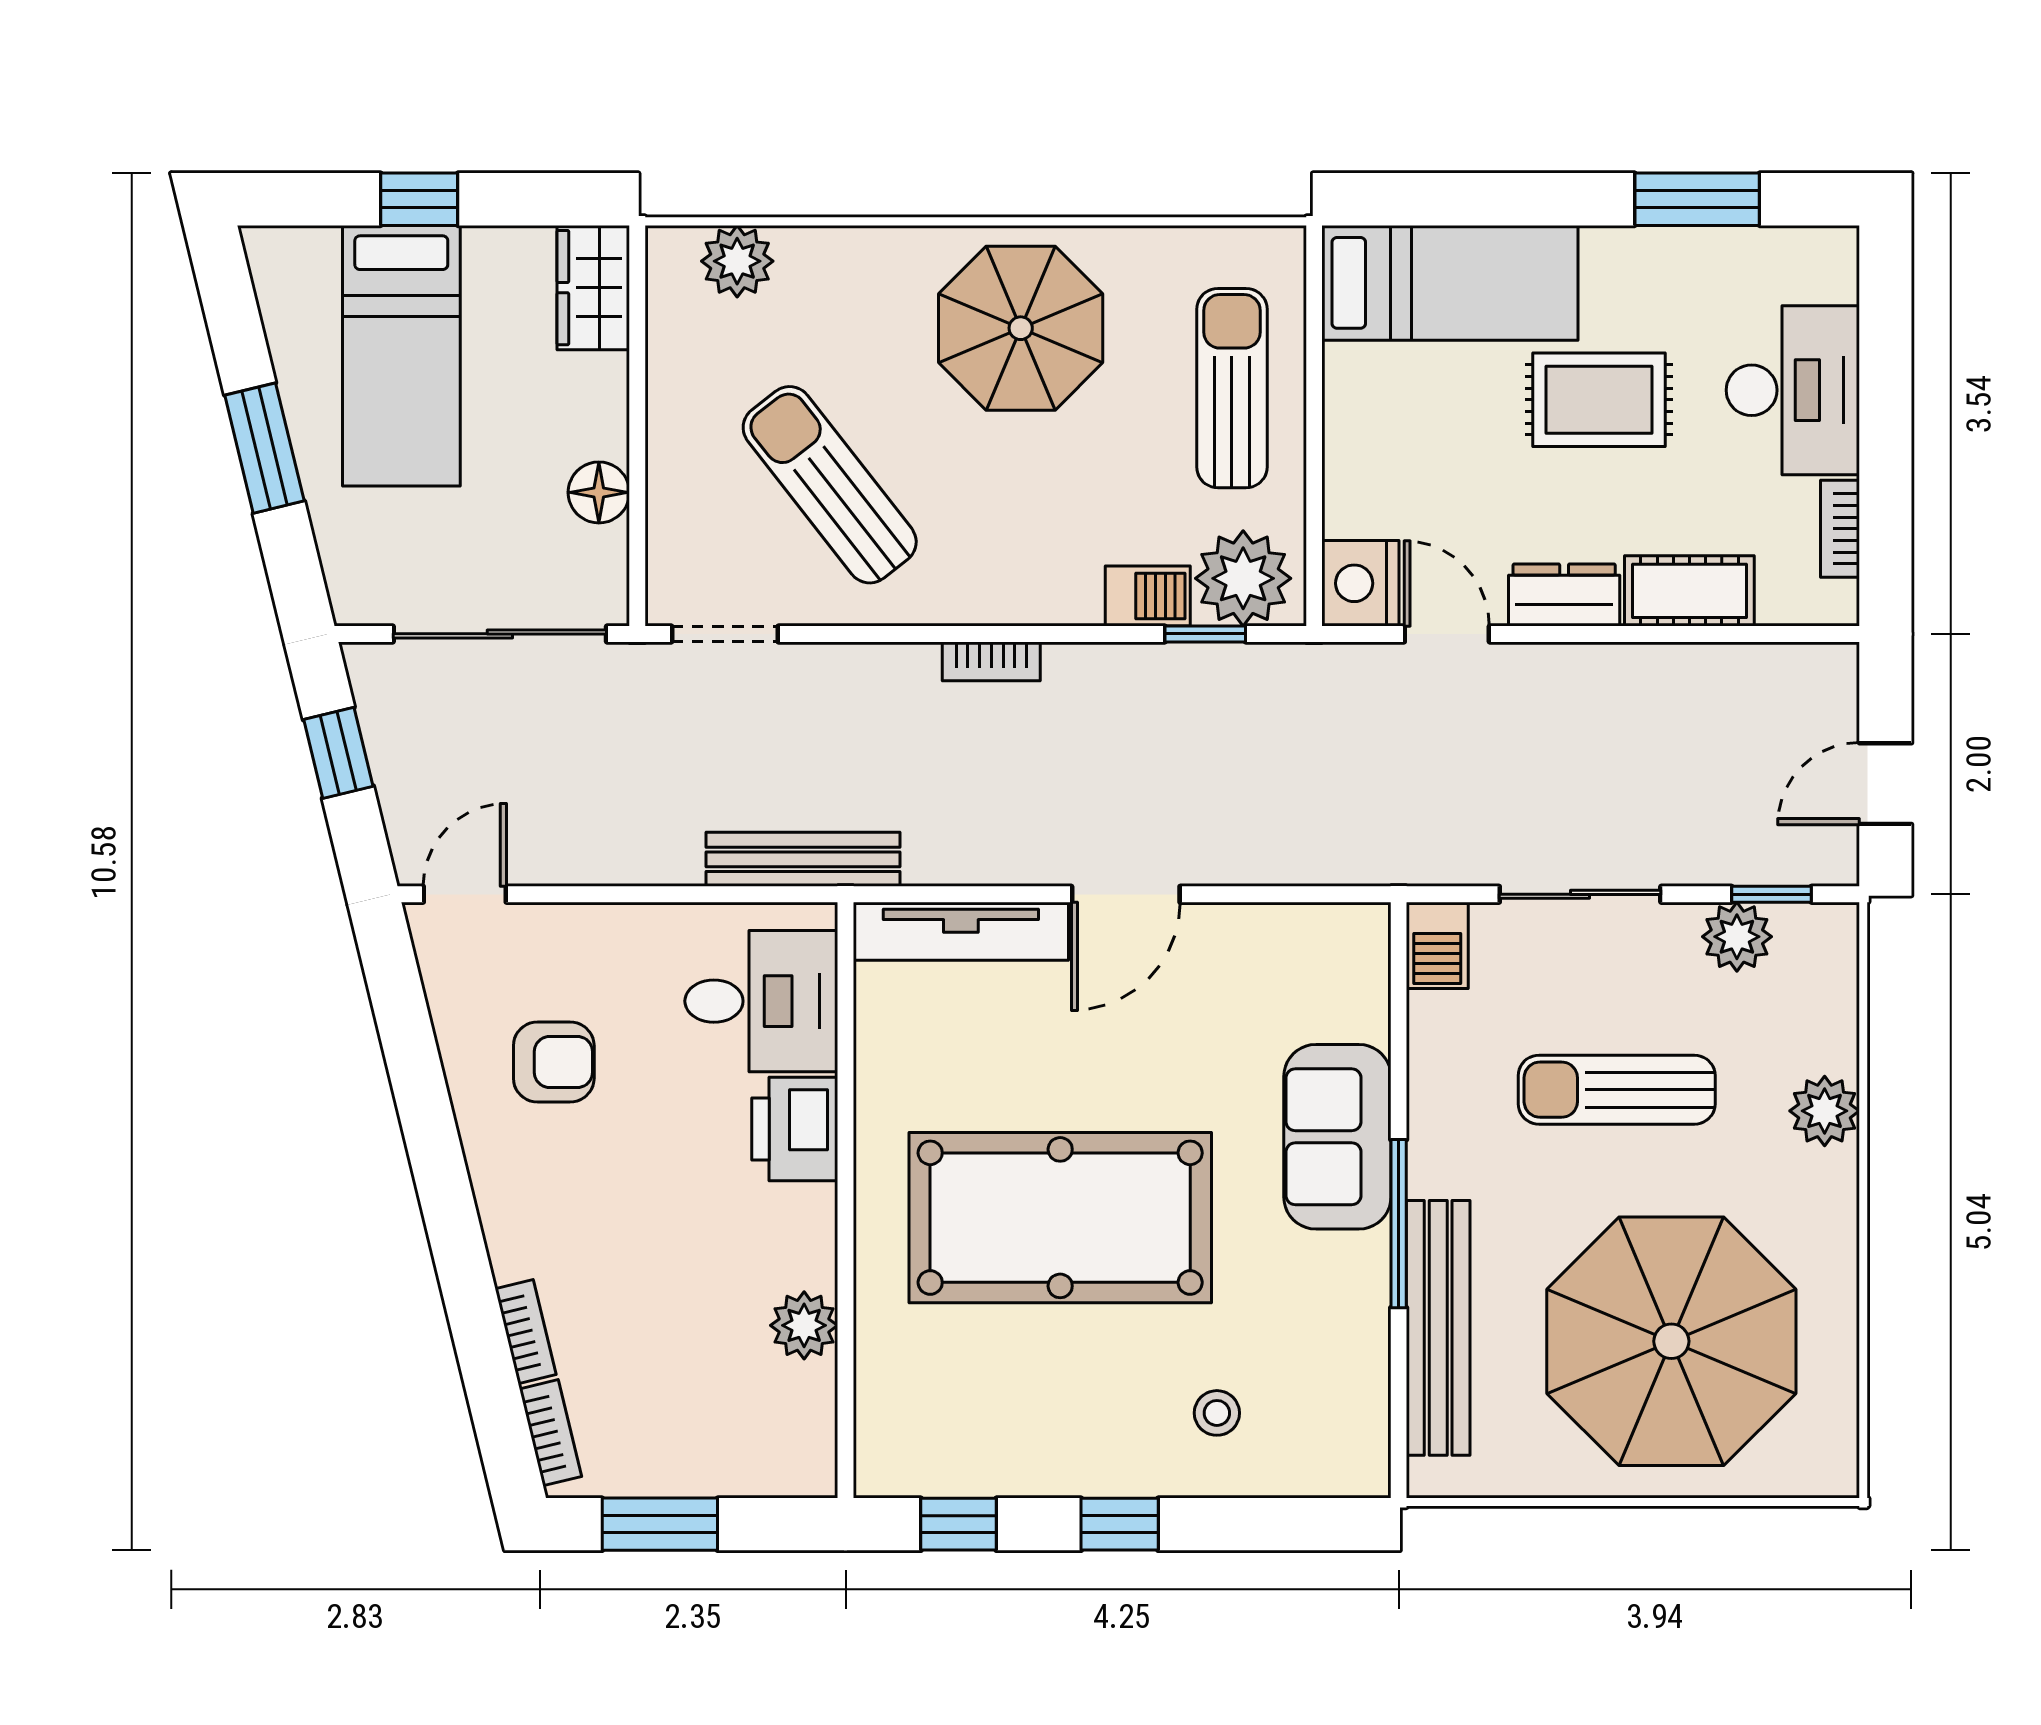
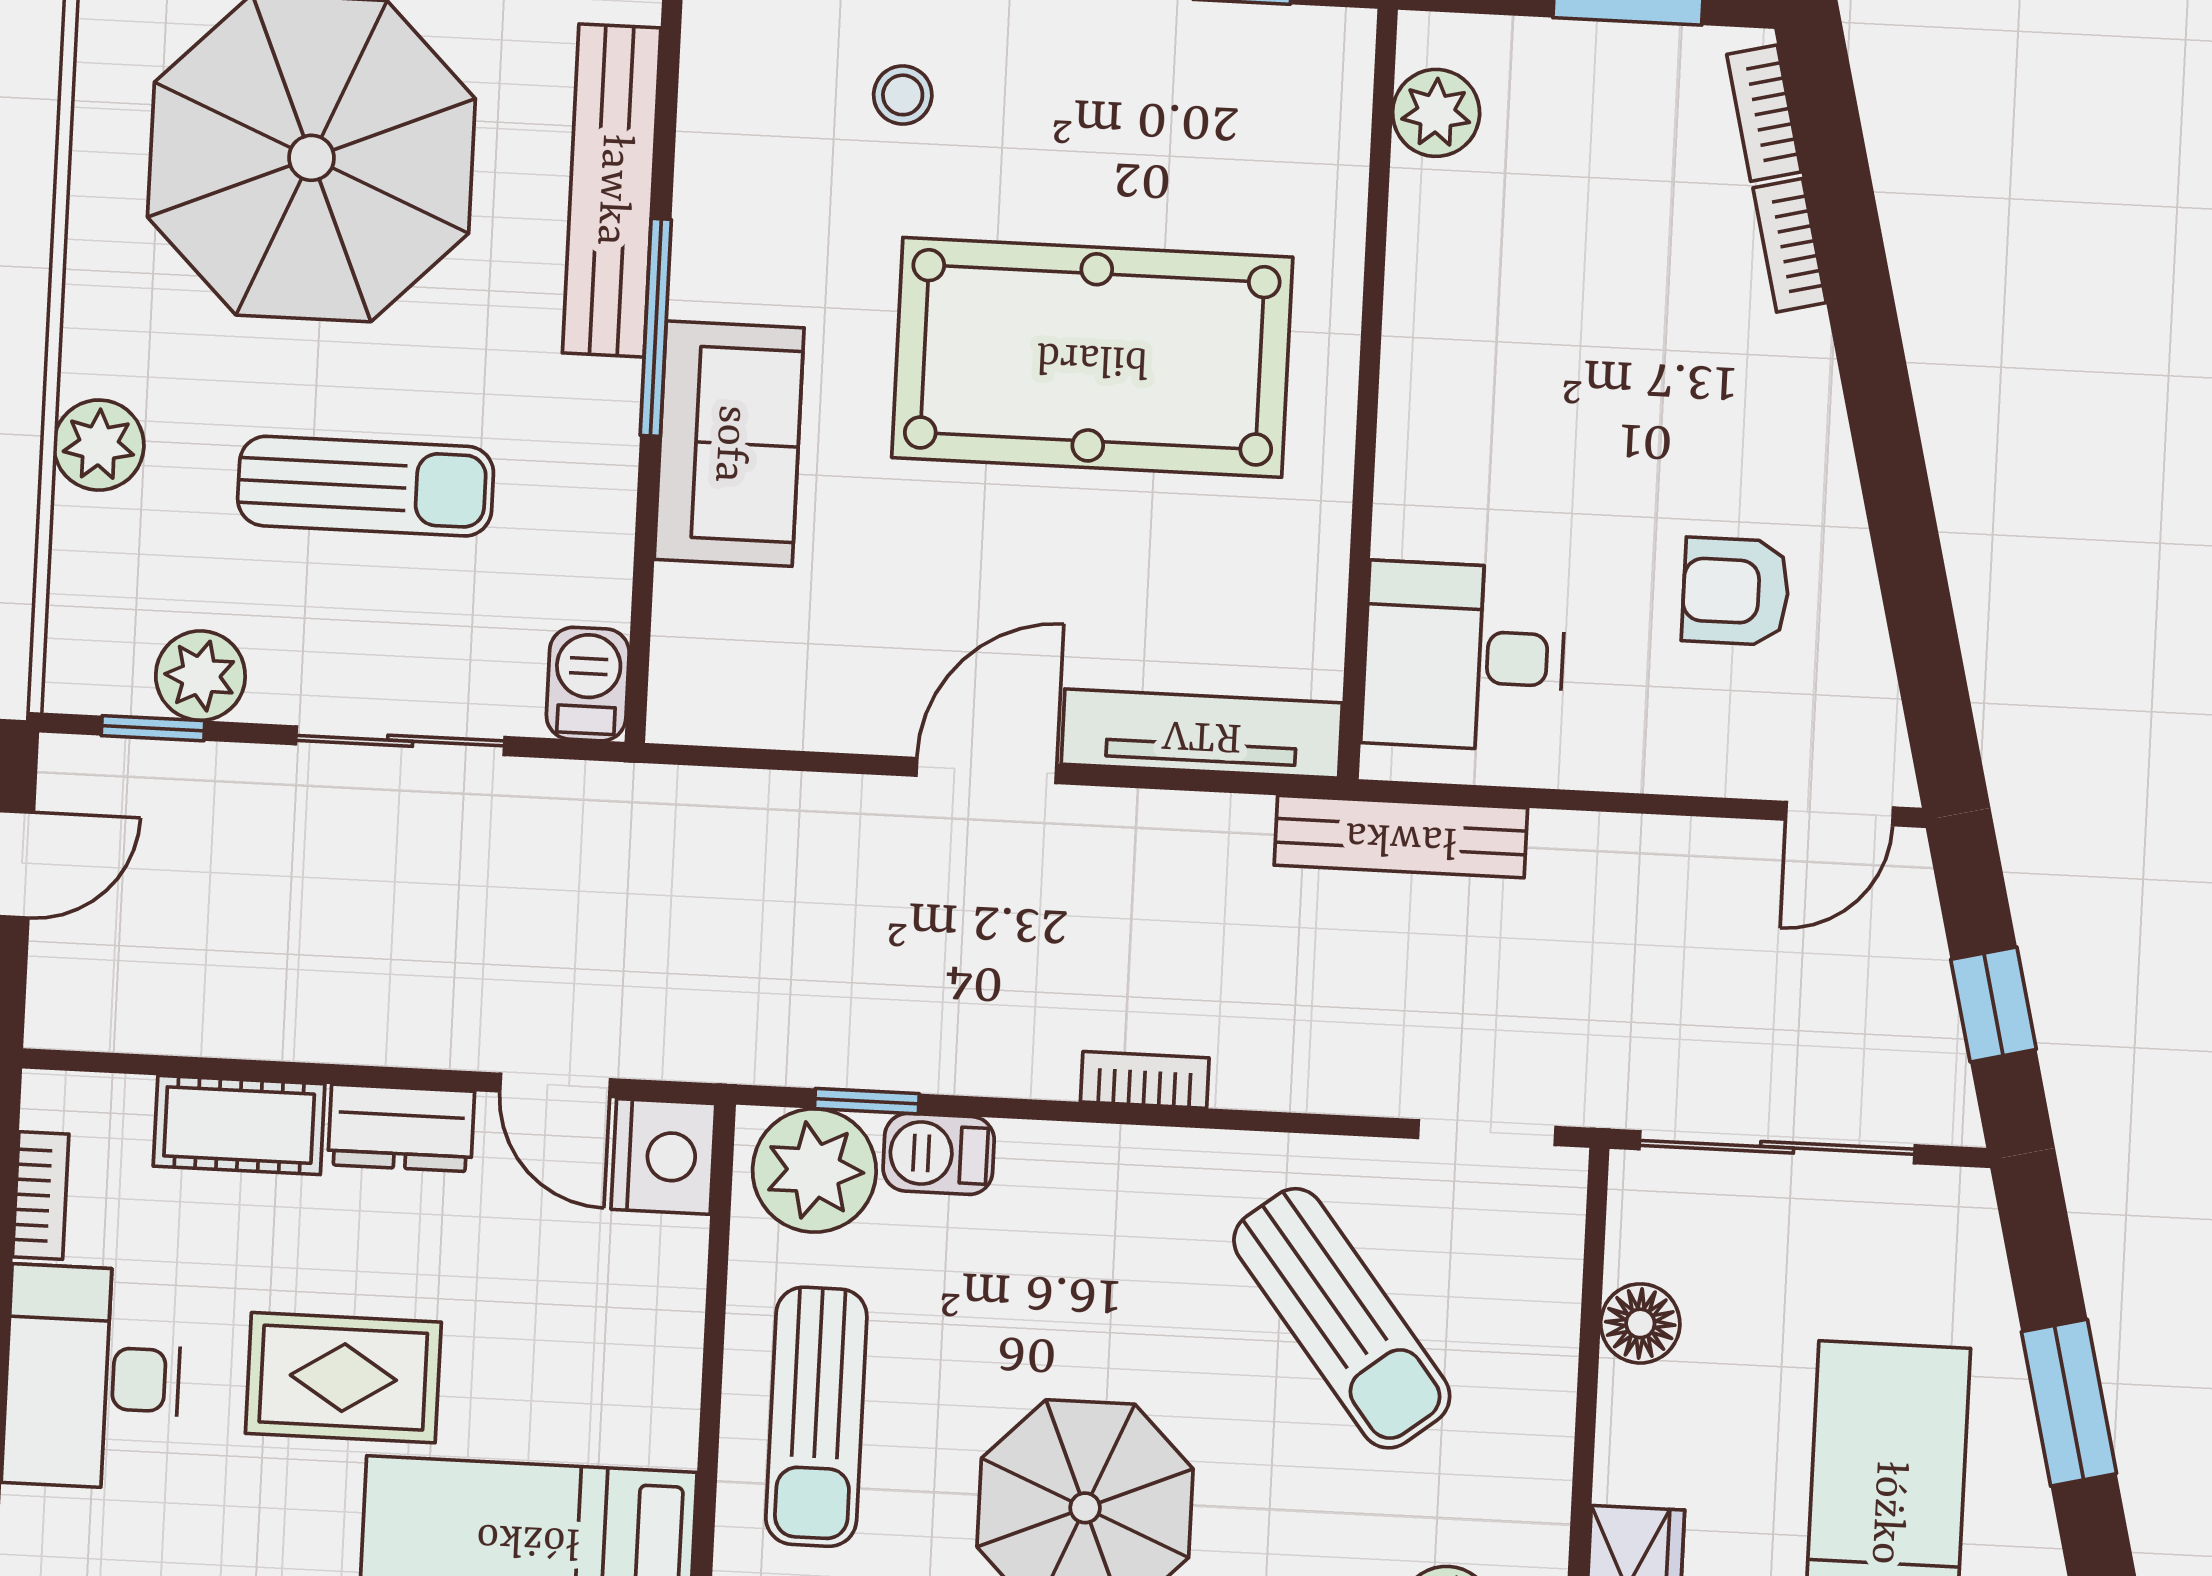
printer: (795, 1129) -> (1429, 489), removed
plant: (804, 1325) -> (1436, 113), moved

